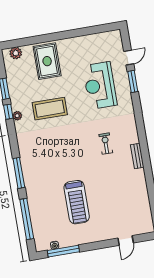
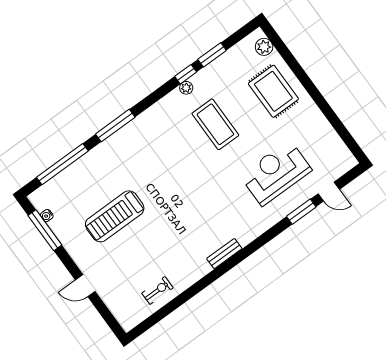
rug: (47, 61) -> (273, 91), turned 90
exercise bike: (106, 144) -> (157, 290), moved
bench: (137, 156) -> (224, 254), moved
door: (126, 240) -> (85, 286), moved

